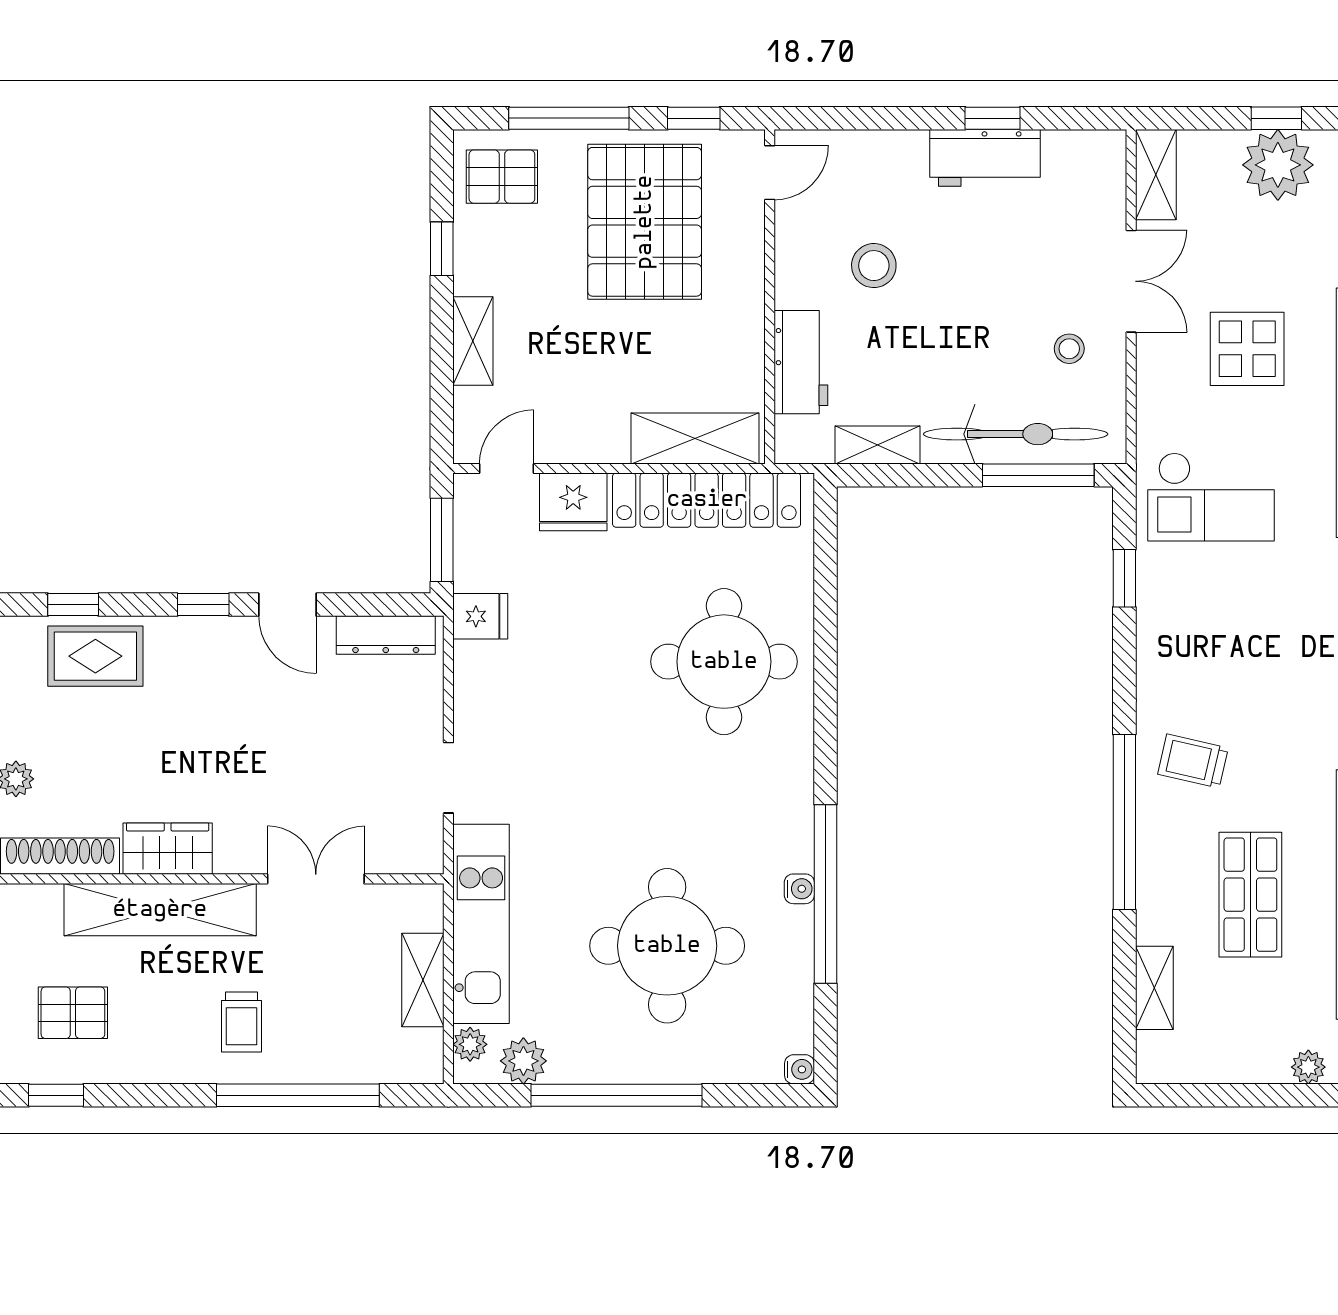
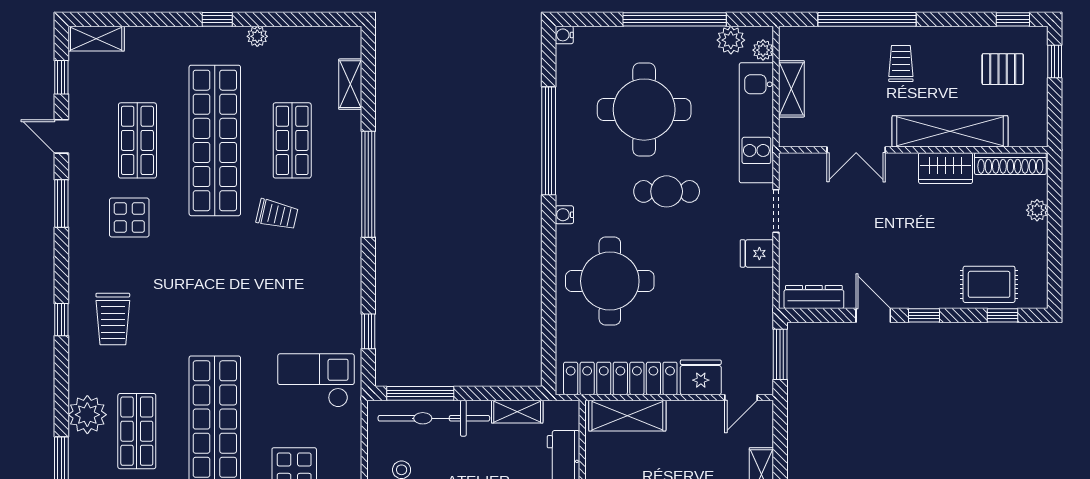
fridge: (480, 616) -> (757, 253), moved
trolley: (1193, 761) -> (277, 215), moved
cafe table: (630, 810) -> (667, 191), added
water cooler: (799, 889) -> (564, 215), moved

